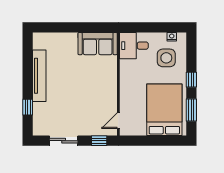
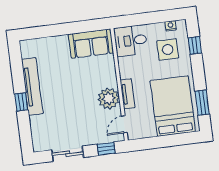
window: (191, 80) -> (195, 45), moved
tv unit: (125, 93) -> (127, 94), added
plant: (107, 95) -> (109, 99), added
window: (28, 107) -> (21, 102), moved

